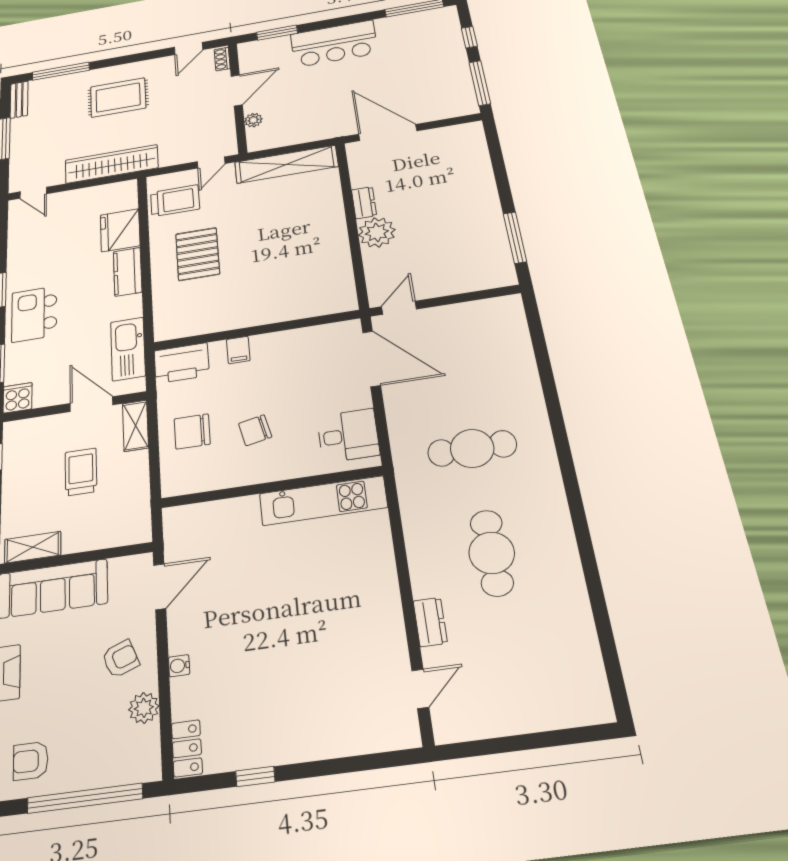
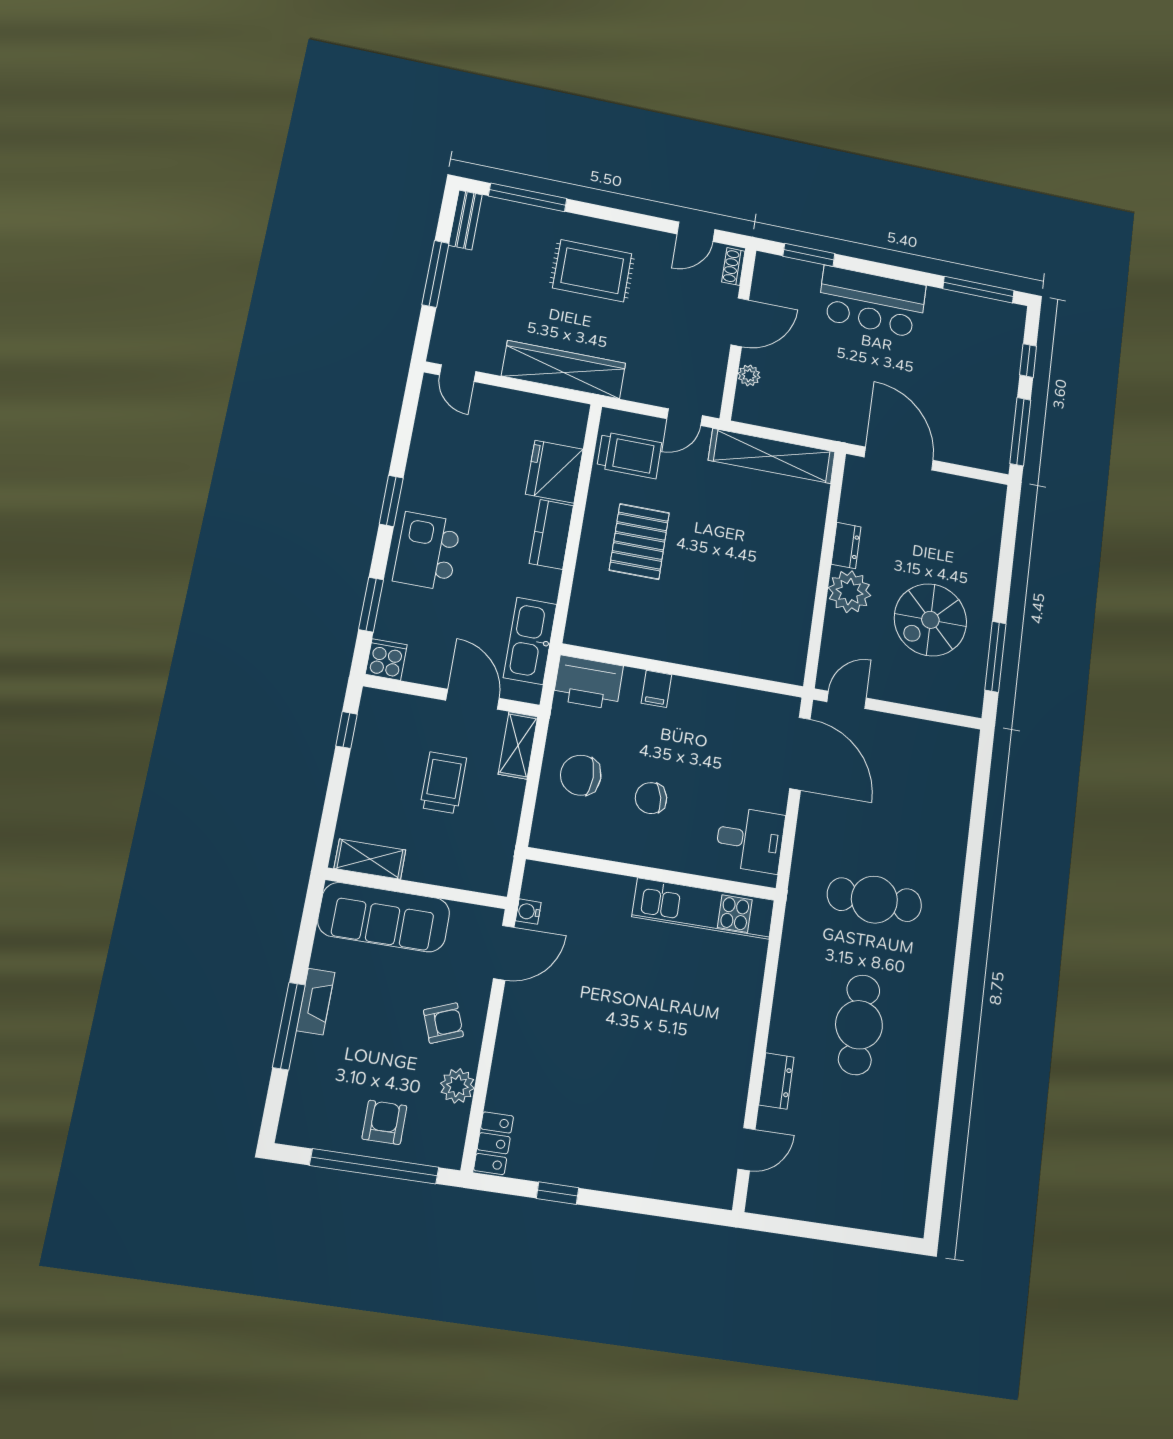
spiral stairs: (451, 230) -> (930, 620), added
water cooler: (179, 666) -> (528, 912), moved
armchair: (31, 761) -> (384, 1122), moved, turned 90

